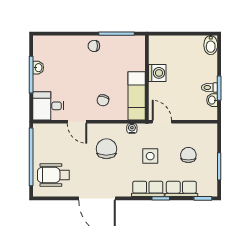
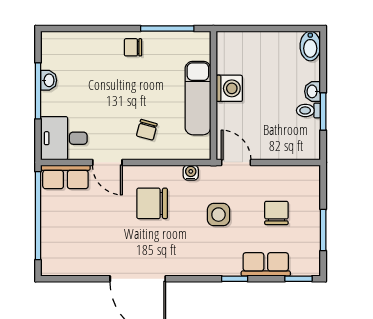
exam couch: (137, 96) -> (198, 98), moved
washbasin: (212, 100) -> (313, 91), moved
chair: (106, 149) -> (152, 203), turned -90
wheelchair: (53, 175) -> (72, 243), removed
row of seats: (148, 189) -> (65, 177), moved, turned 180

